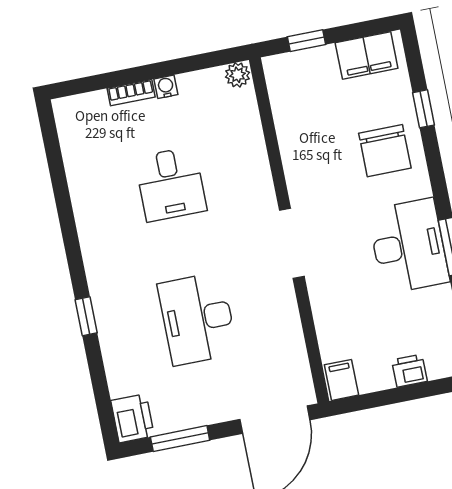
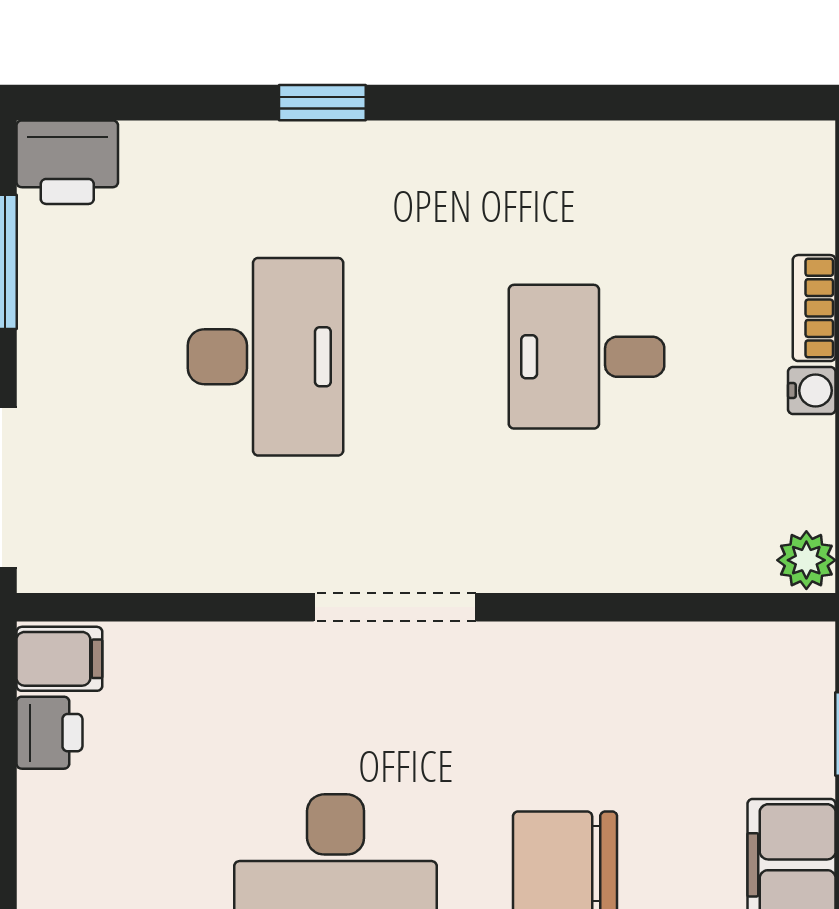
desk: (197, 319) -> (265, 357), turned 90
printer: (409, 371) -> (49, 733), moved

